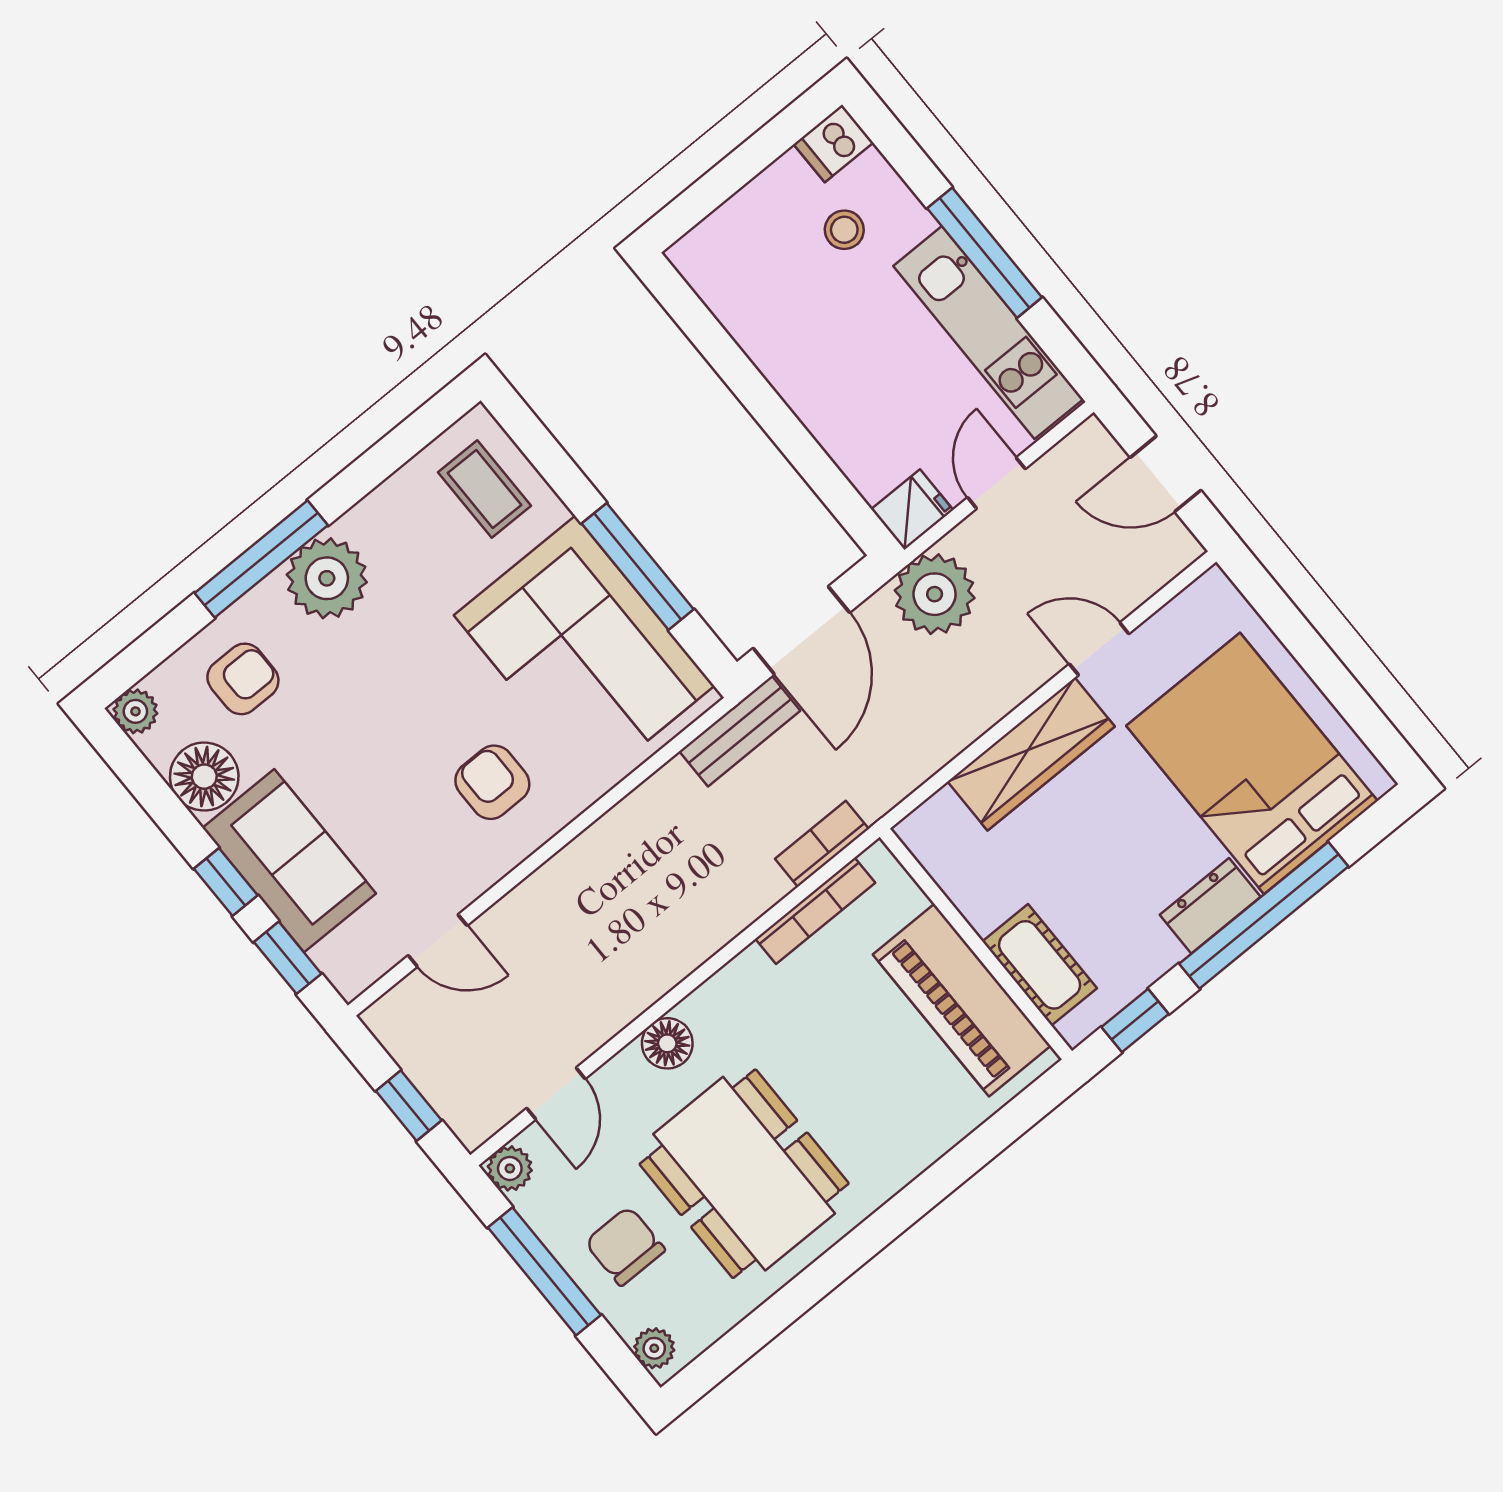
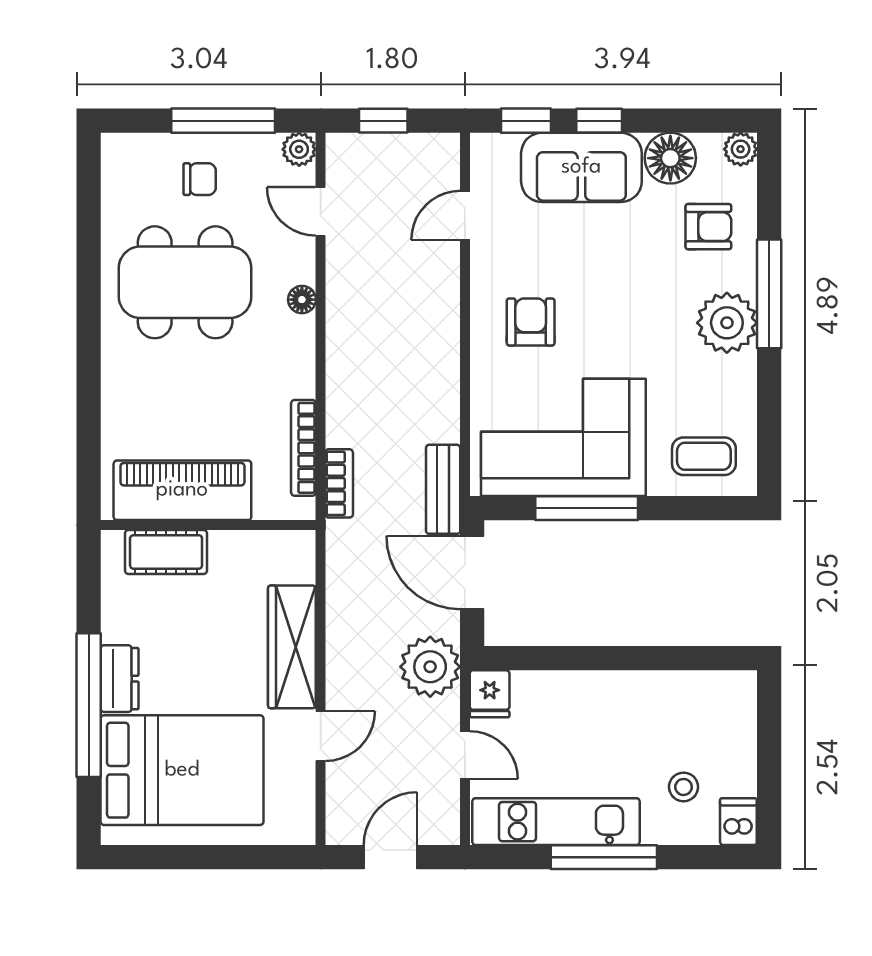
armchair: (243, 679) -> (708, 227), turned -90
armchair: (492, 782) -> (531, 322), turned -90
window: (1135, 1021) -> (89, 581), removed
floor lamp: (667, 1043) -> (302, 300), width x0.73, depth x0.73
chair: (625, 1246) -> (200, 179), width x0.73, depth x0.73
plant: (654, 1348) -> (127, 148), removed

